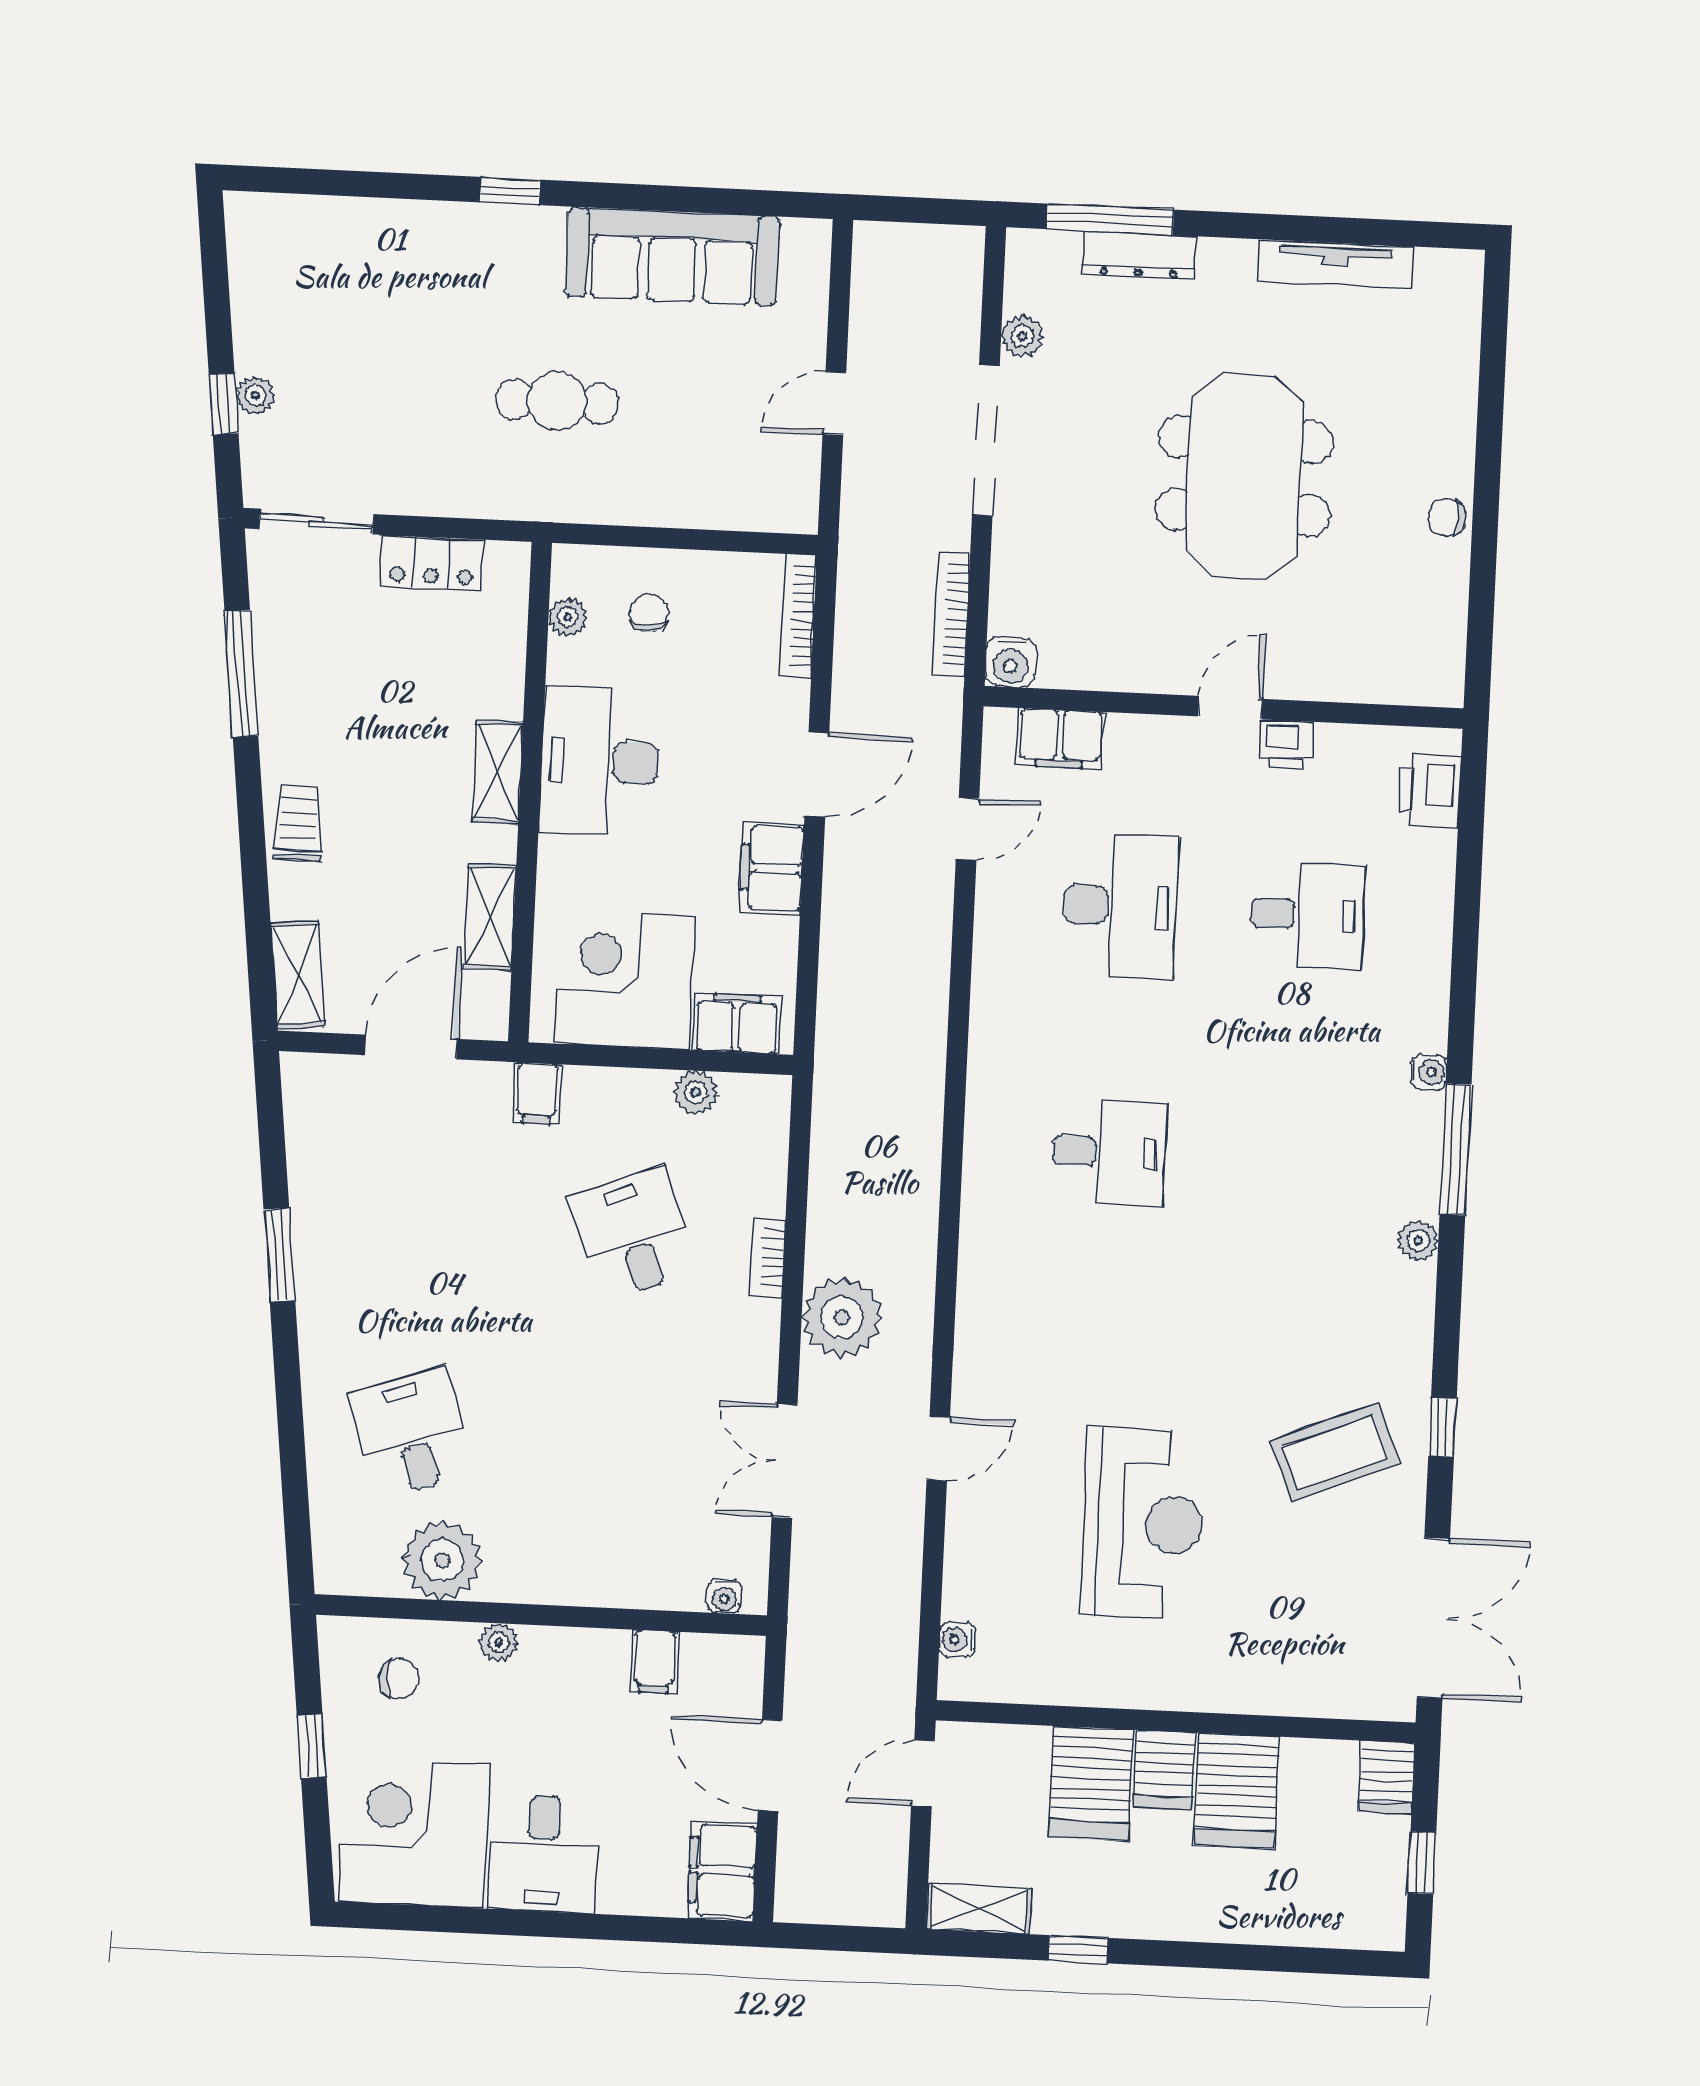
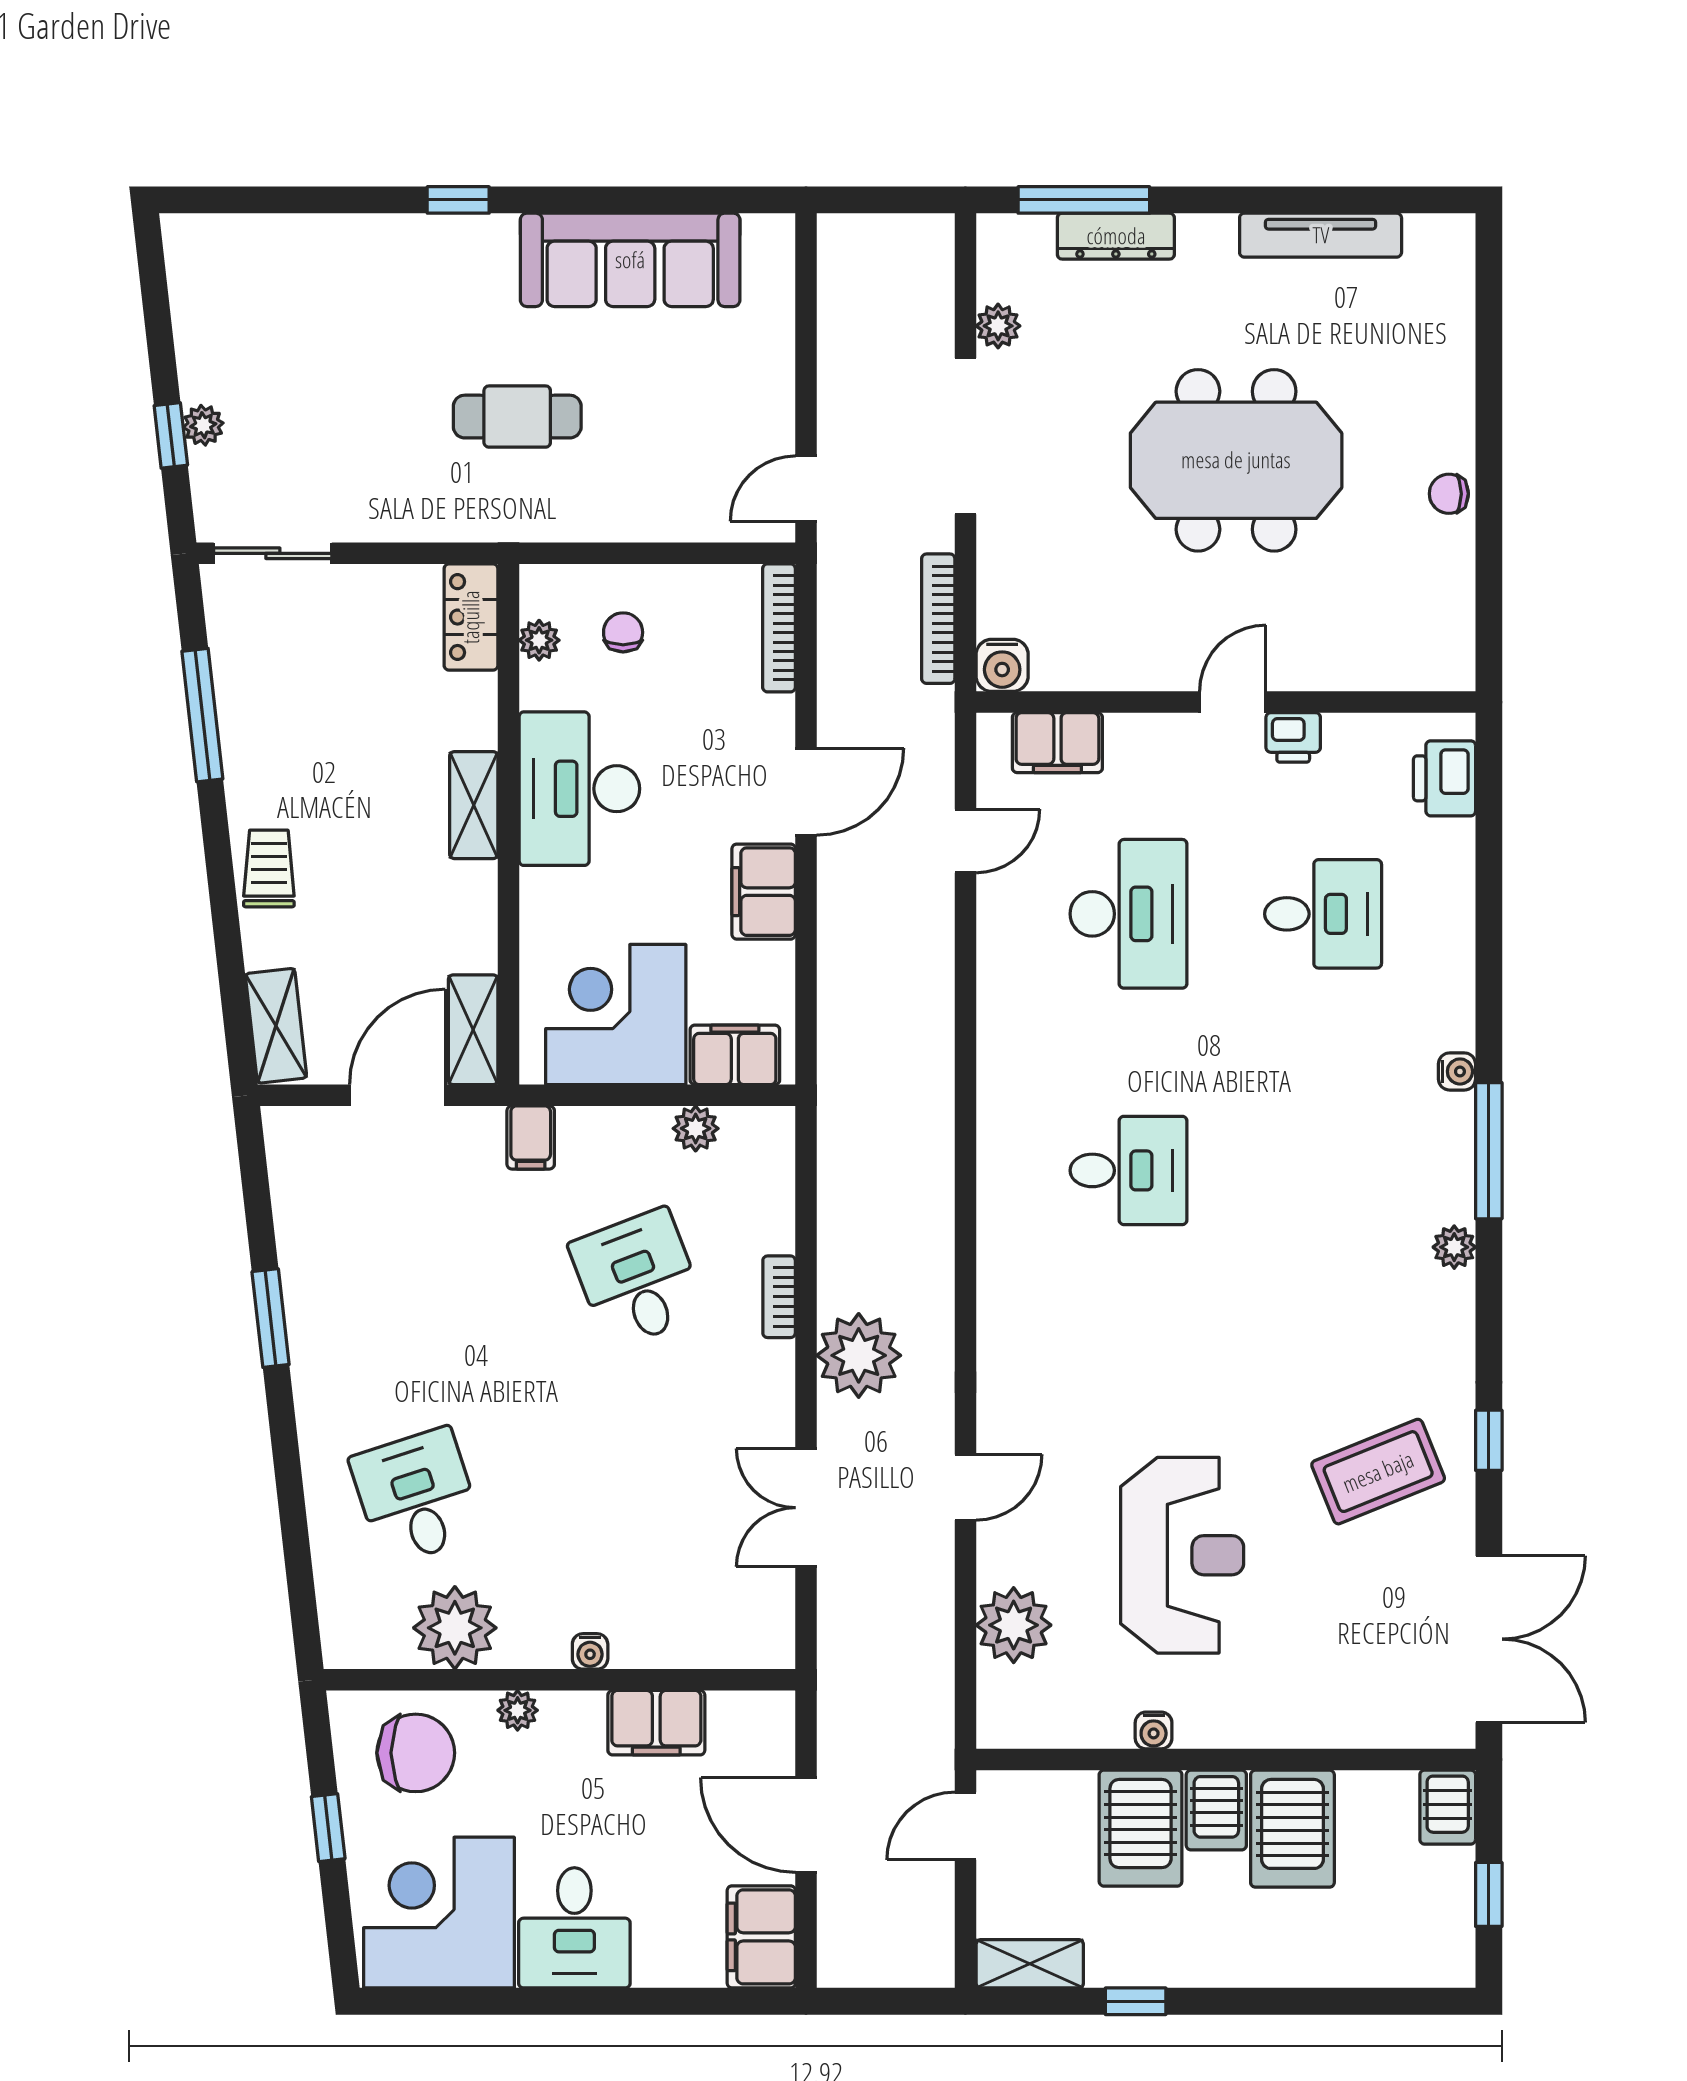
door: (834, 403) -> (806, 489), moved
meeting table: (1244, 476) -> (1236, 460), turned 90
locker: (432, 563) -> (471, 617), moved, turned 90
shelving: (490, 917) -> (473, 1030), moved
plant: (978, 1583) -> (1014, 1625), added
water cooler: (724, 1596) -> (590, 1651), moved
water cooler: (957, 1640) -> (1154, 1730), moved, turned -90
filing cabinet: (654, 1662) -> (656, 1723), width x2.00
chair: (399, 1679) -> (416, 1753), width x1.87, depth x1.87

